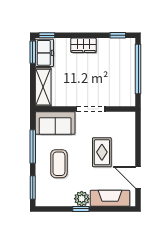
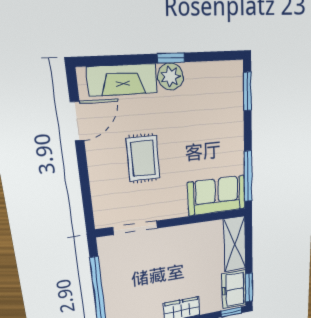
doorway: (91, 109) -> (135, 228), moved
window: (33, 147) -> (248, 176), moved
coffee table: (59, 164) -> (209, 133), removed
door: (138, 177) -> (77, 121), hinge flipped

